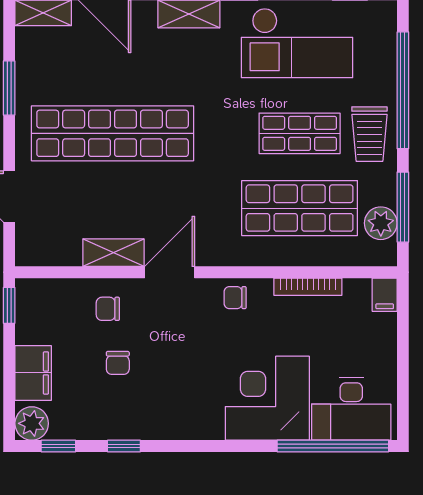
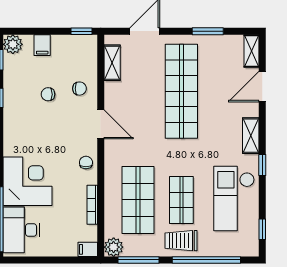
plant: (381, 223) -> (114, 247), moved
shelving: (113, 253) -> (112, 63), moved
chair: (108, 309) -> (79, 89), turned 90
filing cabinet: (33, 373) -> (42, 45), width x0.50

